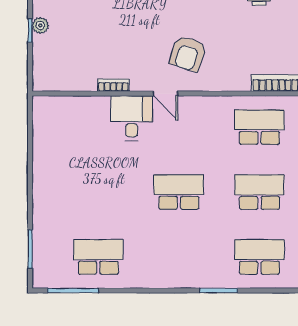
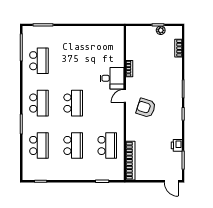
school desk: (179, 257) -> (39, 103), added

